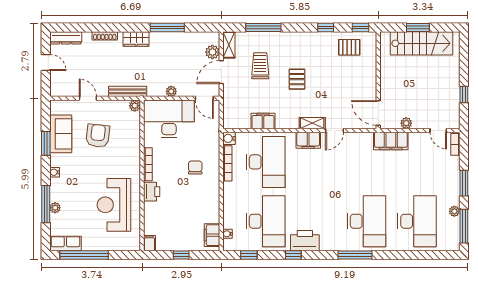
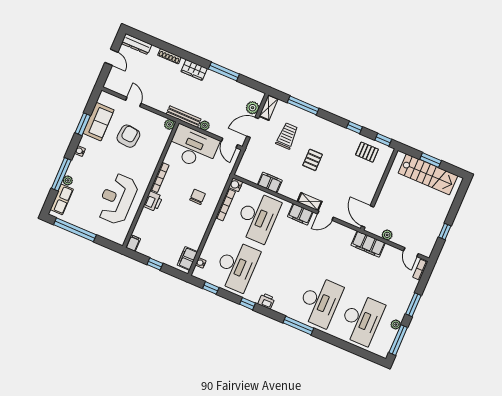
bench: (128, 91) -> (184, 117), moved
printer: (305, 241) -> (266, 301), width x0.53, depth x0.68
row of seats: (65, 244) -> (62, 199), moved, turned 90

